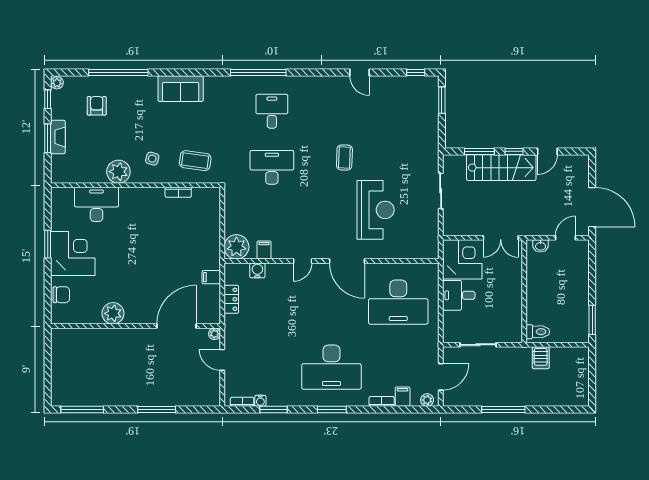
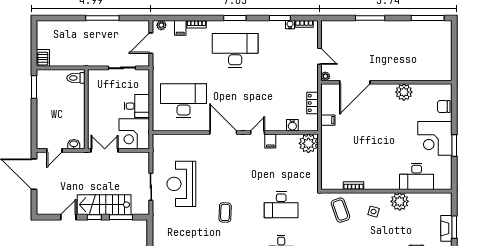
coffee table: (195, 161) -> (340, 210), turned 63
reception desk: (376, 210) -> (181, 184), moved
filing cabinet: (264, 250) -> (270, 141), moved
server rack: (541, 358) -> (43, 58), moved

